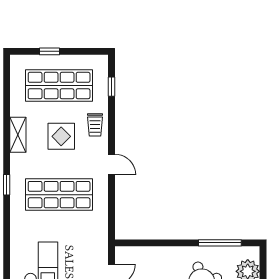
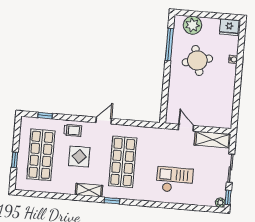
shelving: (18, 135) -> (89, 190), moved

